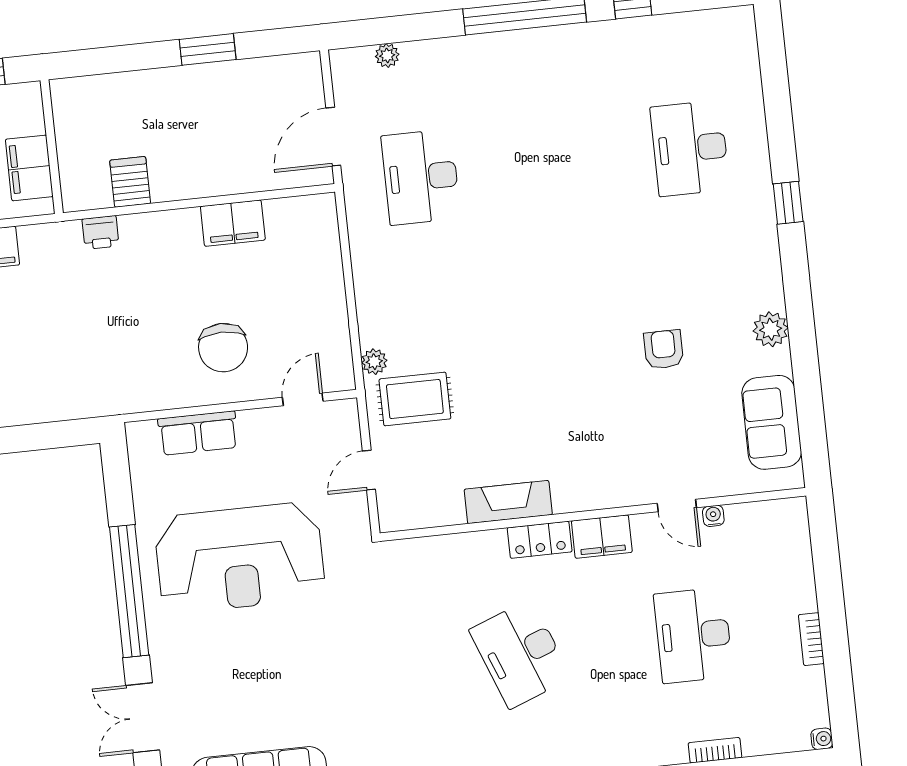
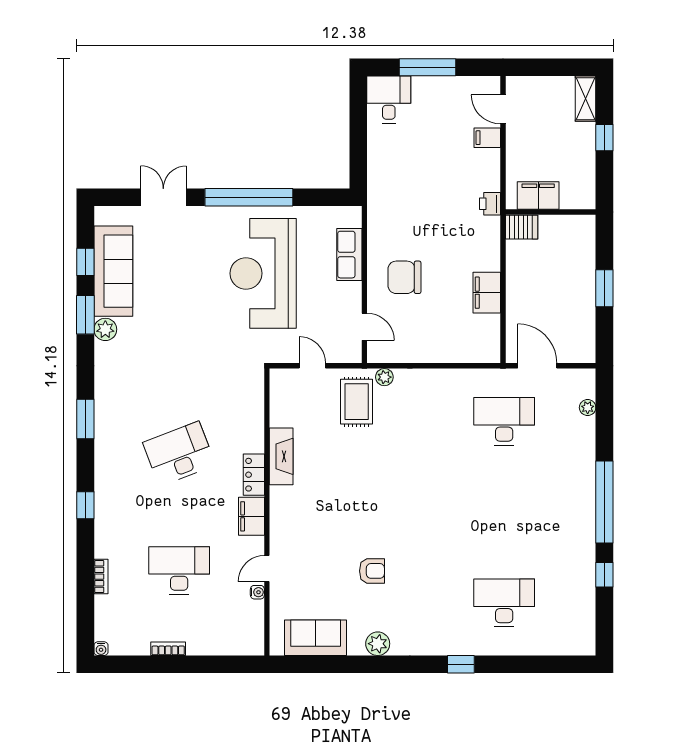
wall: (52, 147) -> (551, 212), moved
filing cabinet: (29, 168) -> (538, 195), moved

